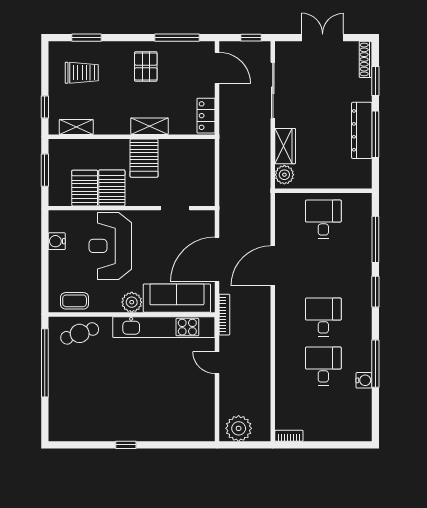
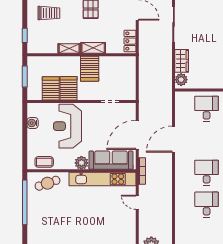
shelving: (76, 127) -> (69, 48), moved

